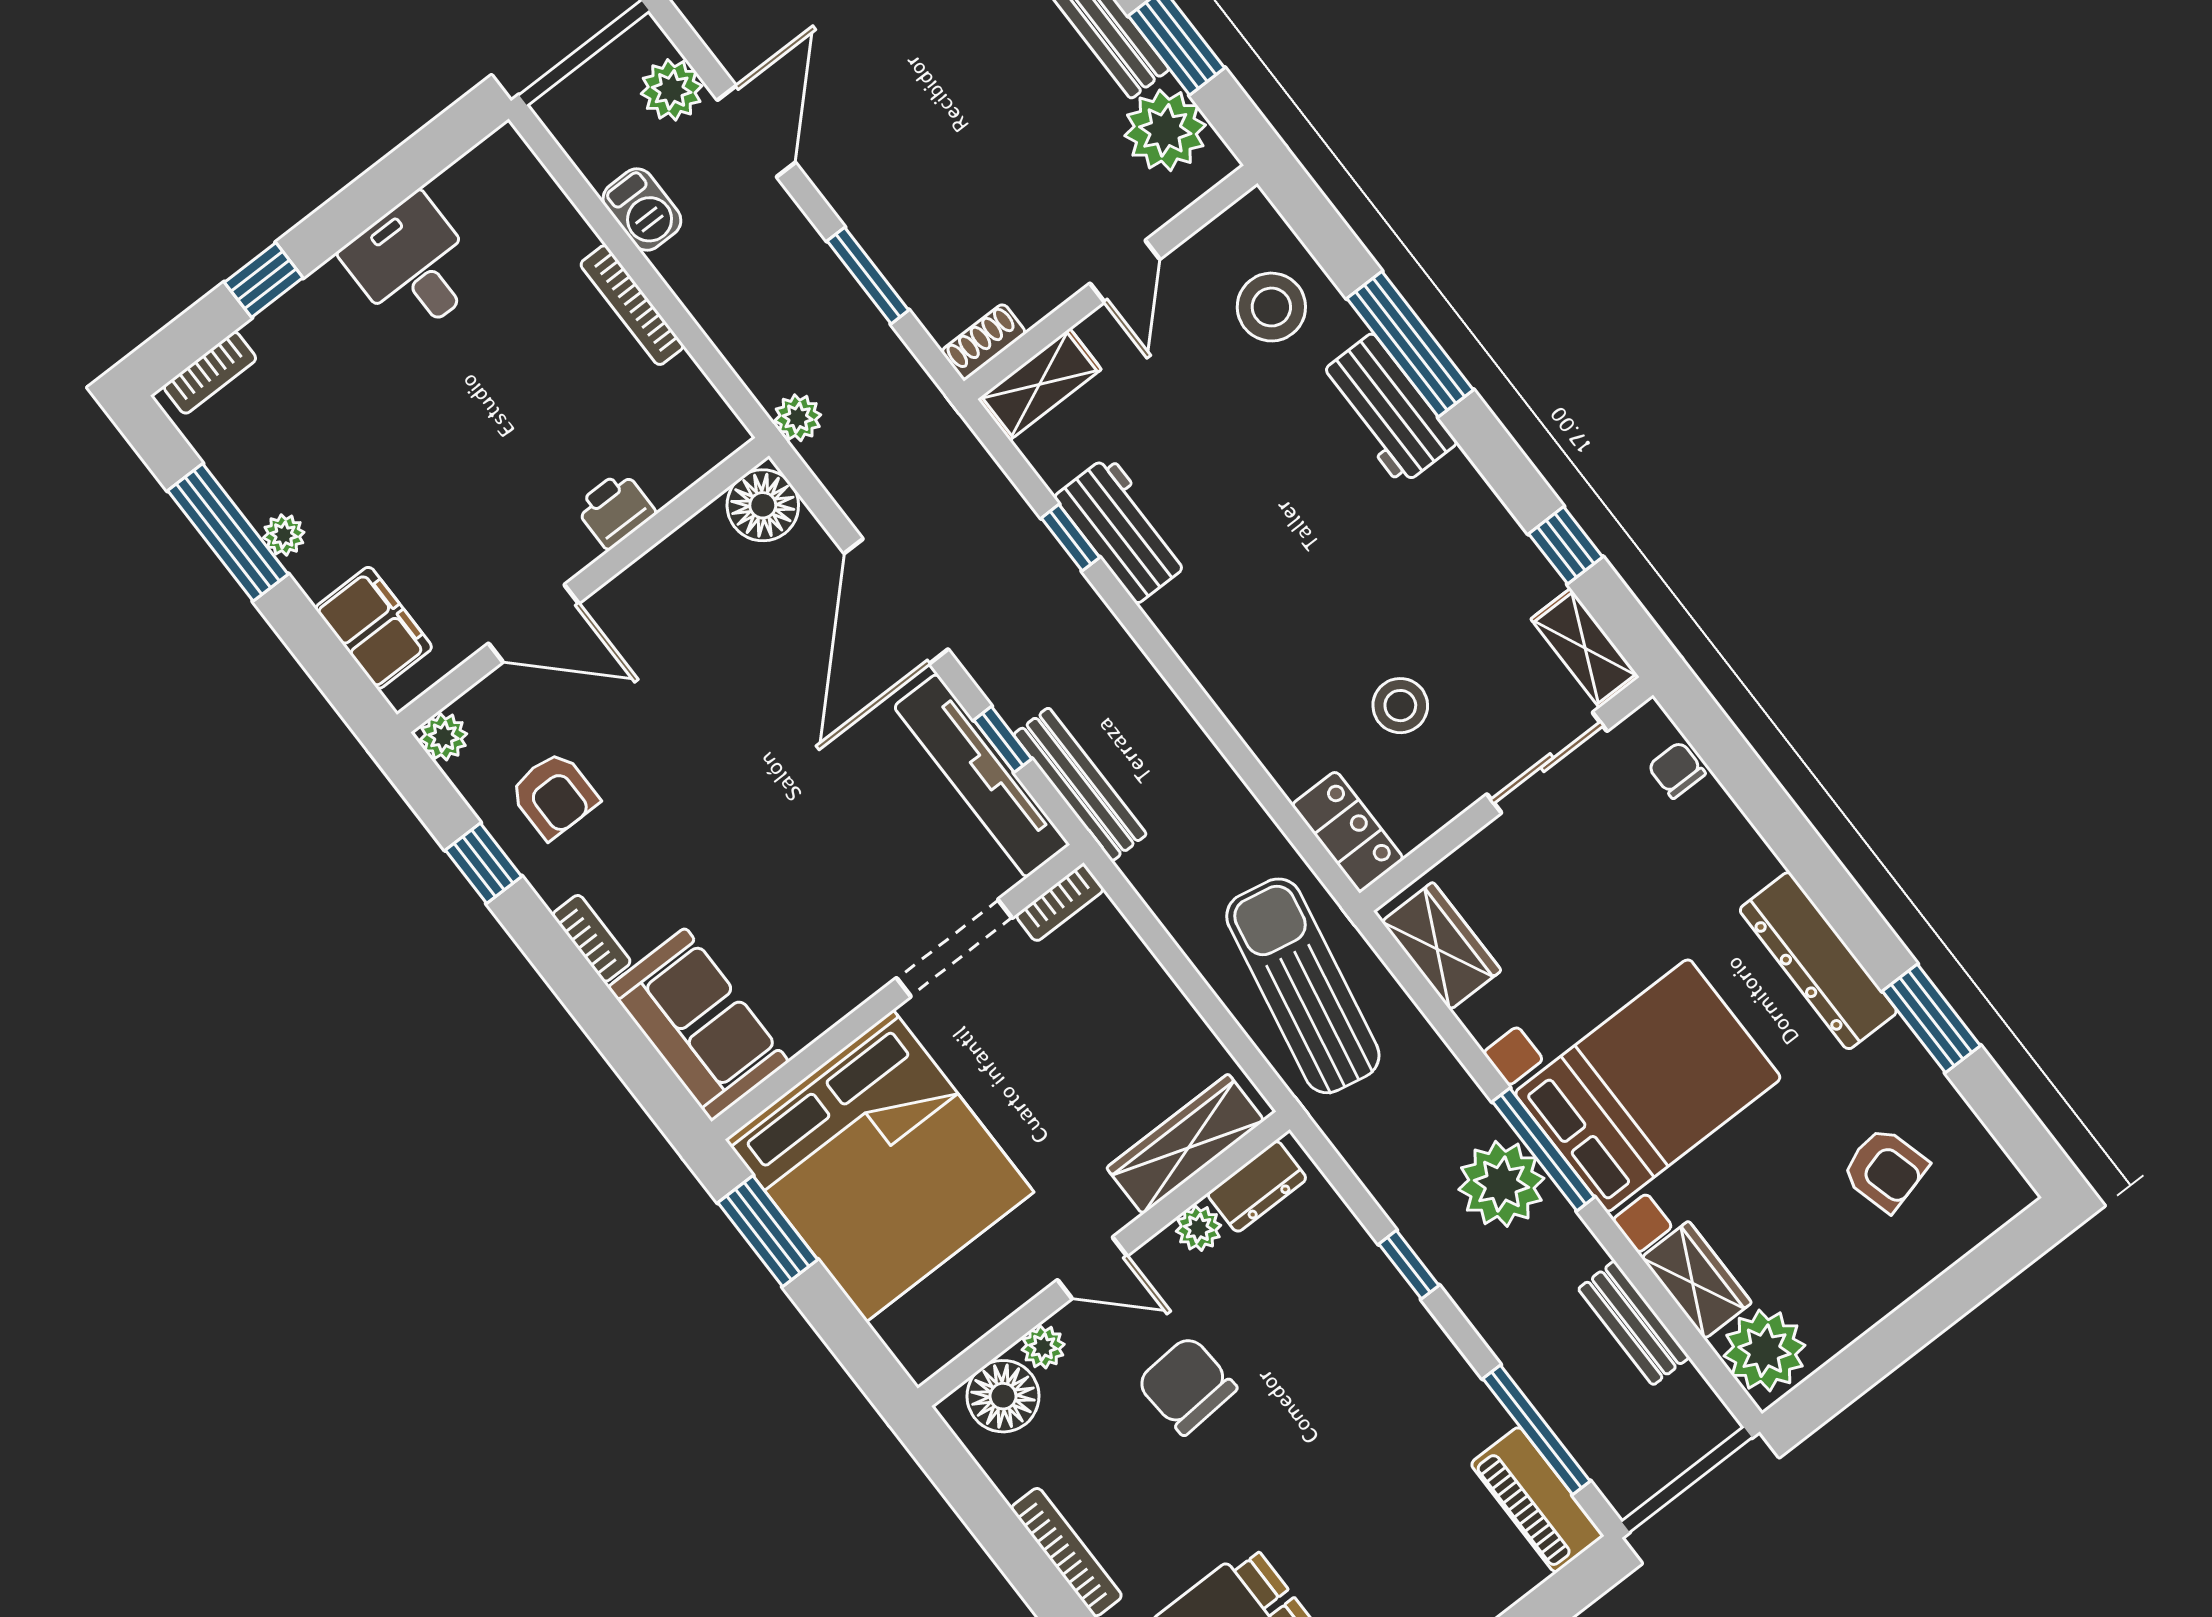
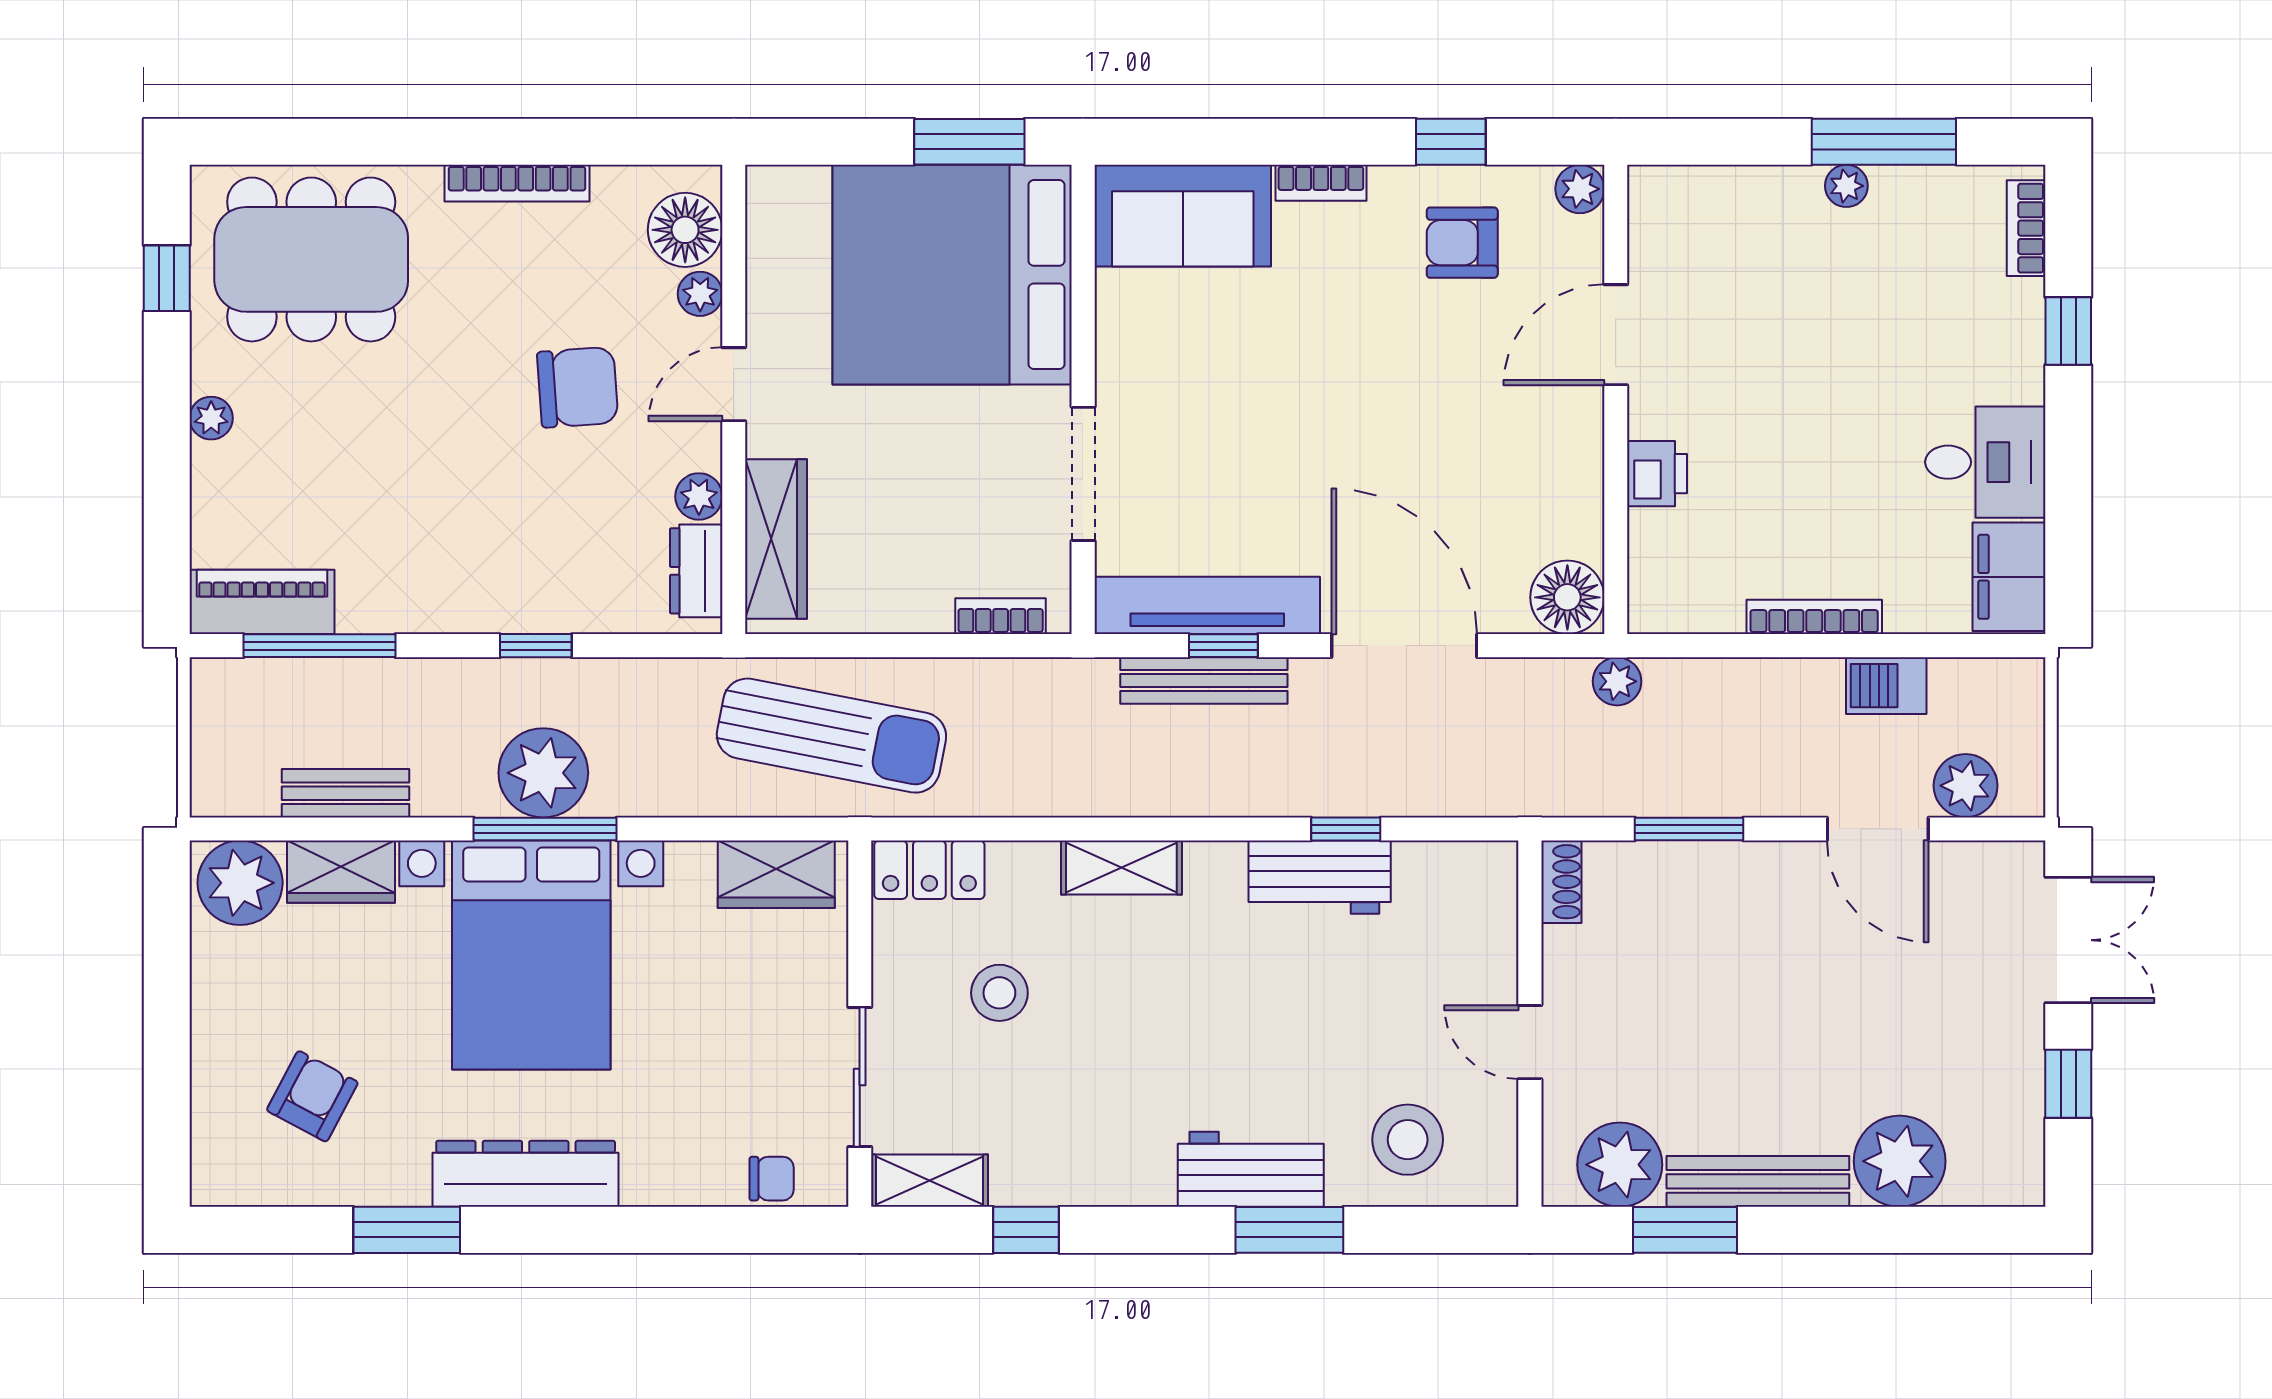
window: (1410, 344) -> (1289, 1230), width x0.69
shelving: (1040, 384) -> (1121, 868), moved, turned 90
filing cabinet: (374, 628) -> (2009, 577), moved, turned 90
bench: (1080, 784) -> (1204, 681), moved
bookcase: (1060, 903) -> (1001, 616), moved, turned 90
armchair: (1885, 1169) -> (312, 1096), turned 133

